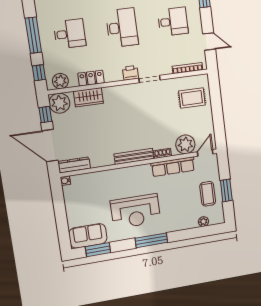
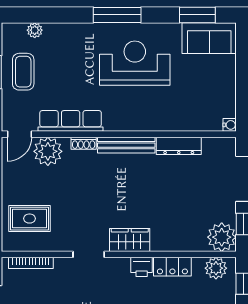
printer: (130, 73) -> (142, 267), moved
wardrobe: (88, 97) -> (130, 240), moved
dresser: (74, 165) -> (179, 146), moved

